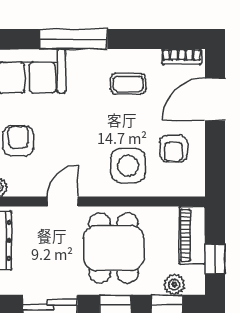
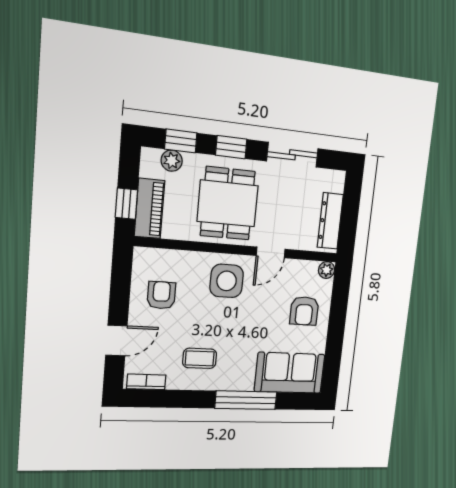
door: (215, 99) -> (116, 341), width x0.73
side table: (128, 166) -> (227, 281), moved
window: (215, 259) -> (126, 204), moved

